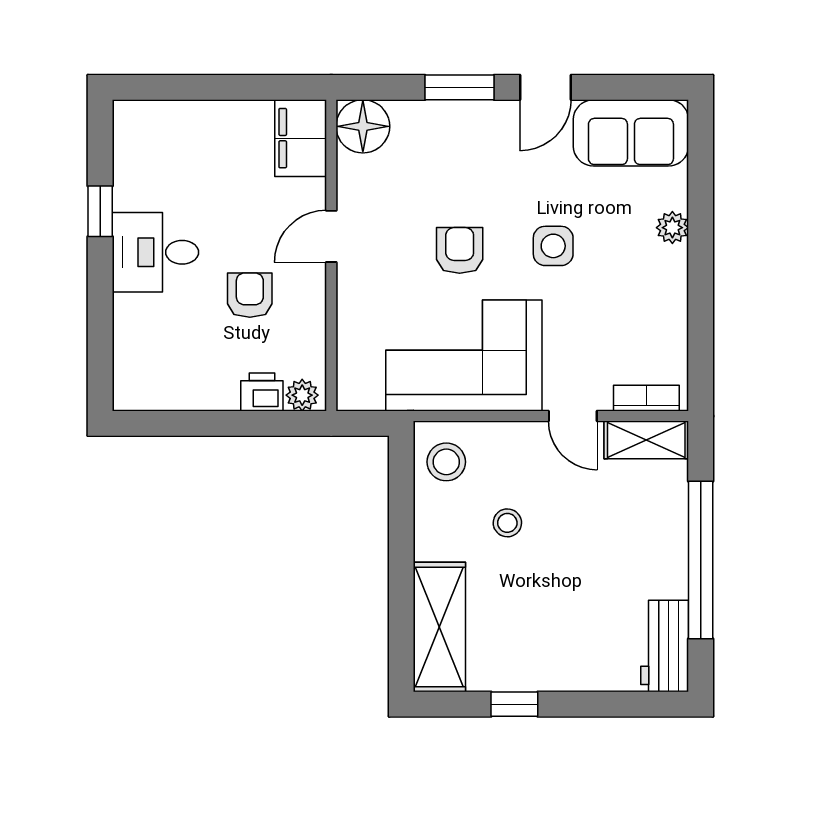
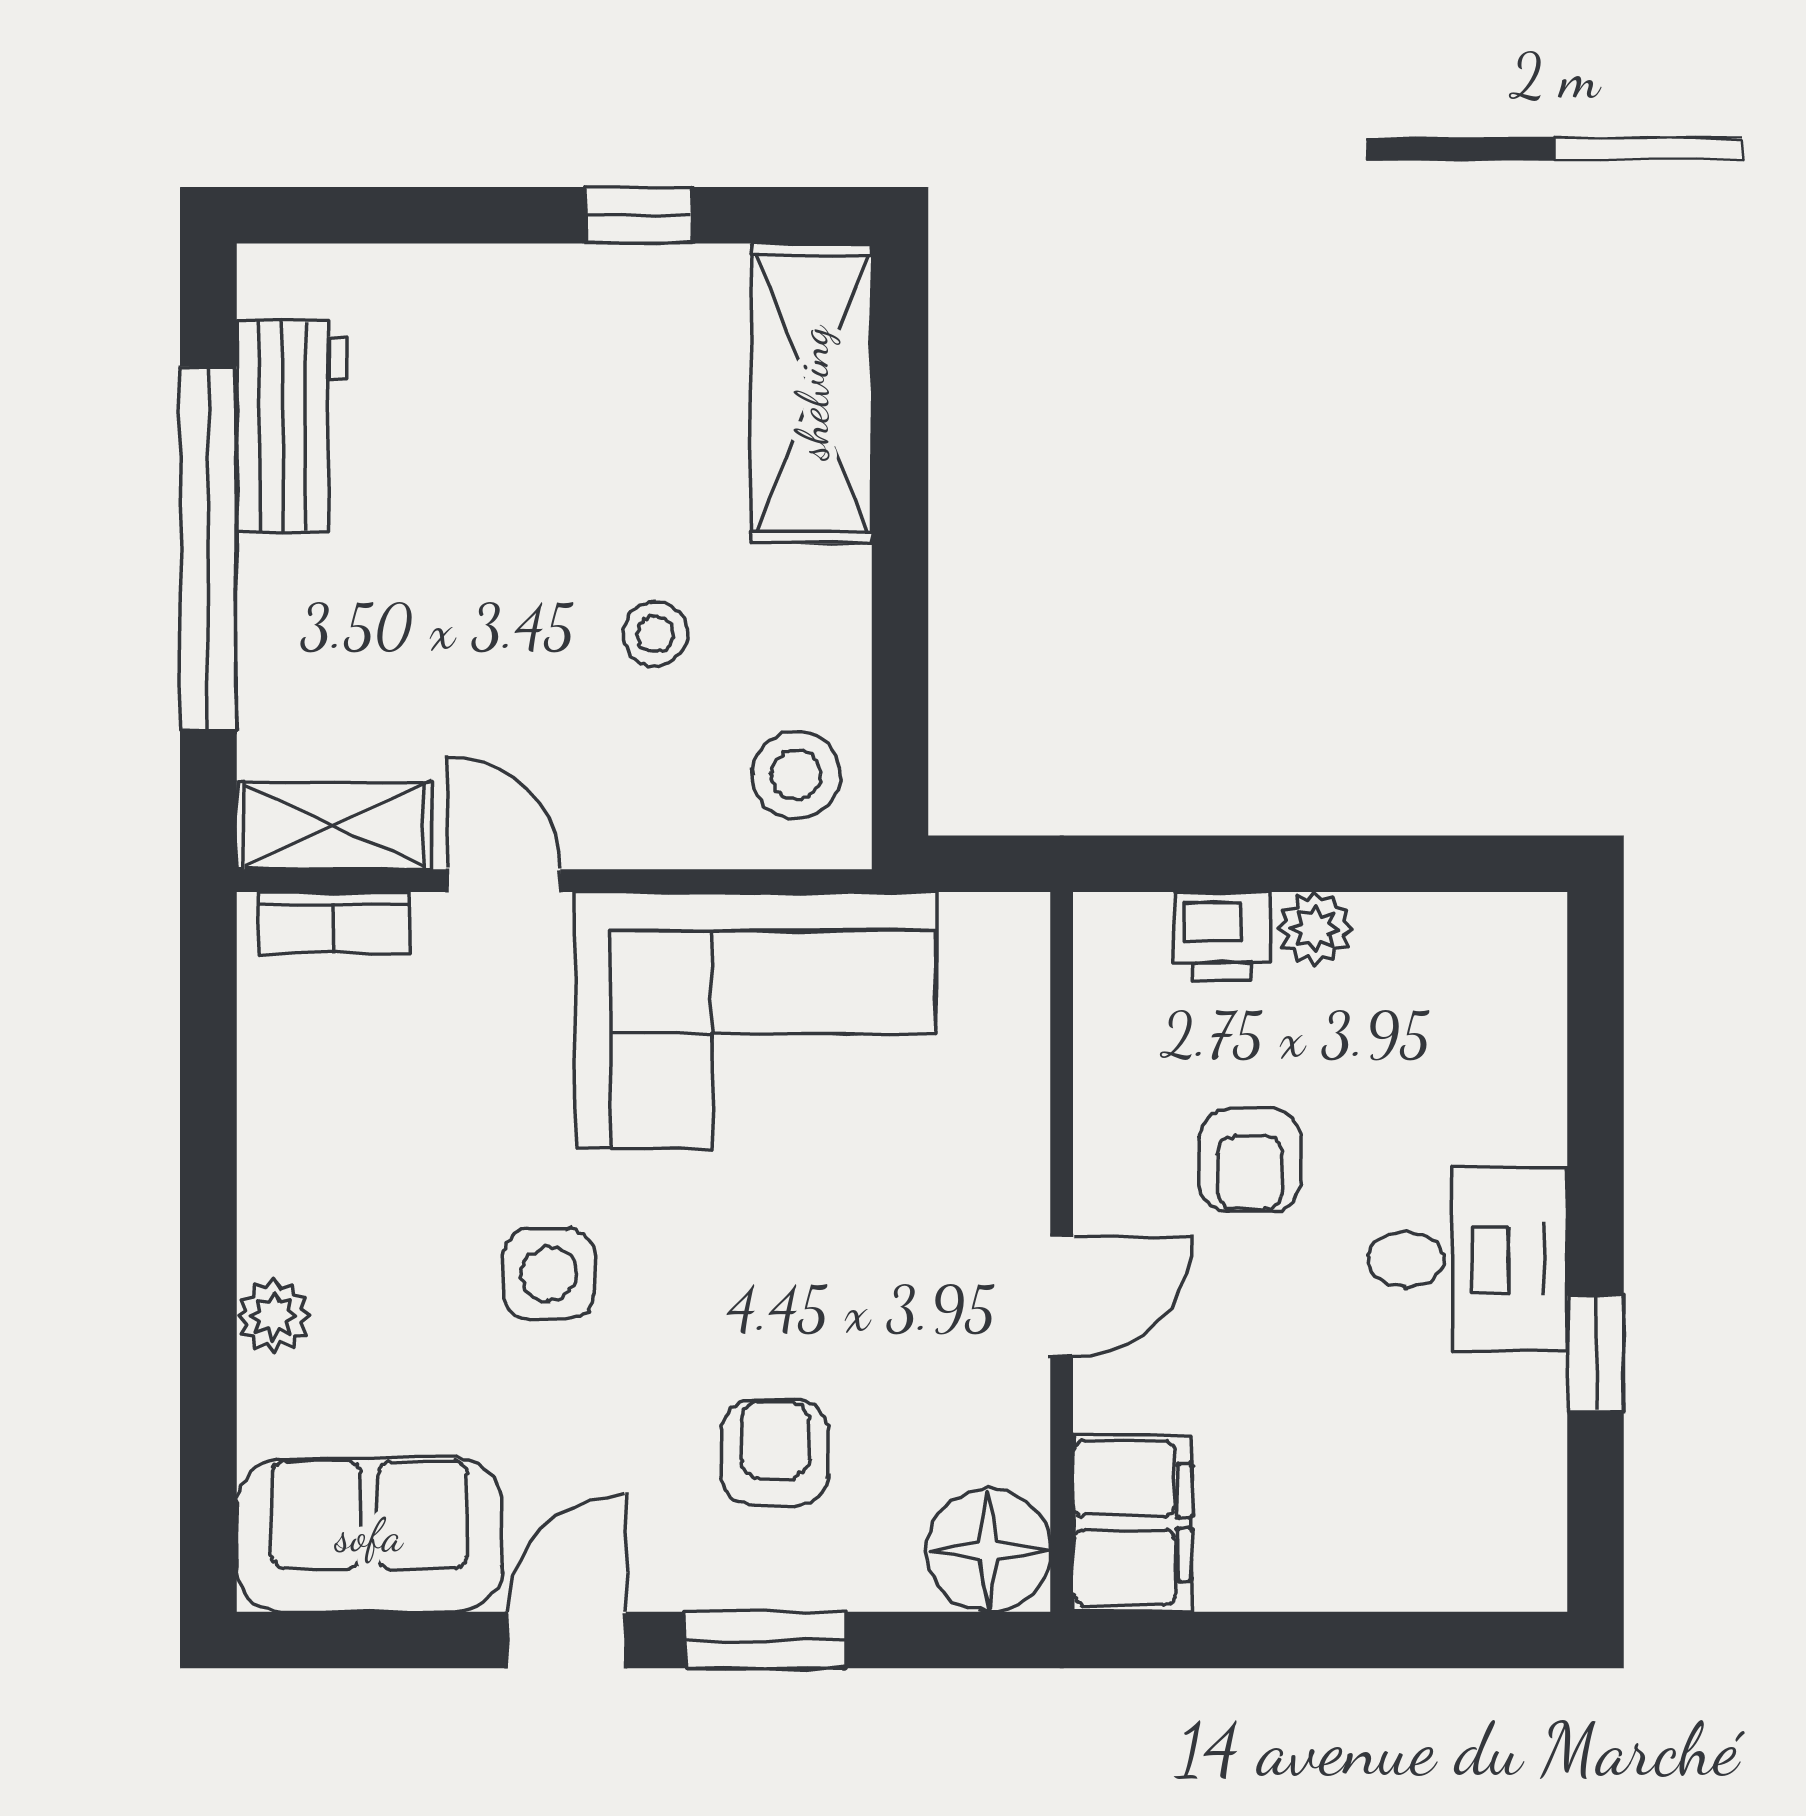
armchair: (460, 250) -> (775, 1453), moved, turned 180
plant: (302, 395) -> (1315, 929), moved
workbench: (665, 646) -> (291, 426), moved

